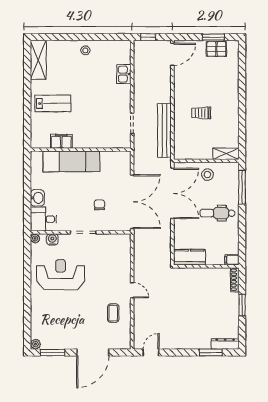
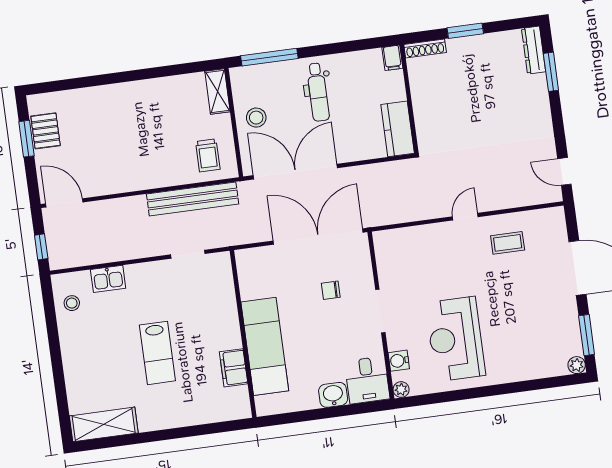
stool: (85, 50) -> (72, 303), moved
lab bench: (53, 103) -> (157, 353), moved, turned 180
trolley: (201, 113) -> (208, 155), moved

